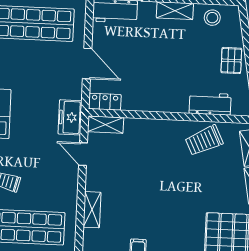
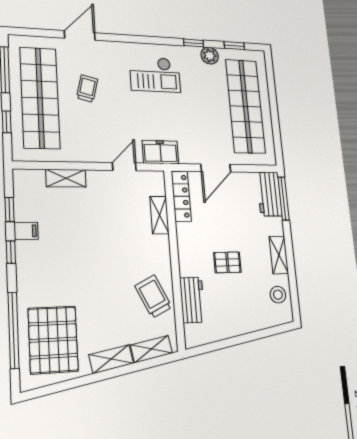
pallet: (231, 60) -> (227, 262), moved
locker: (105, 102) -> (181, 196), width x1.53
shelving: (106, 125) -> (159, 215), moved

